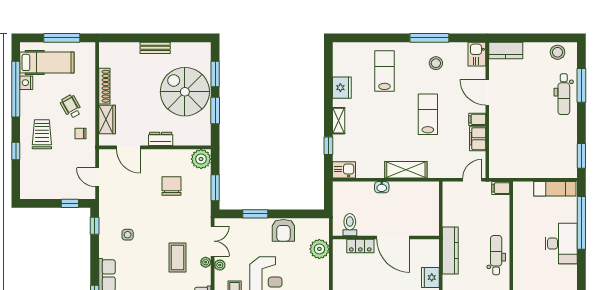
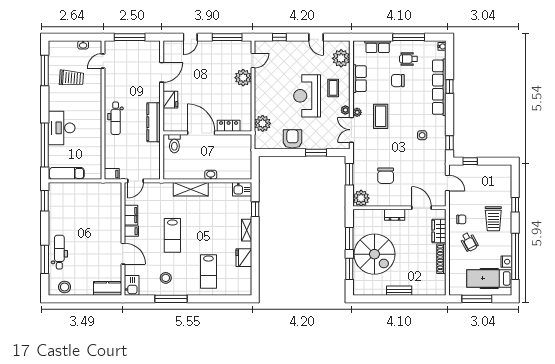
toilet: (350, 225) -> (174, 144), moved

